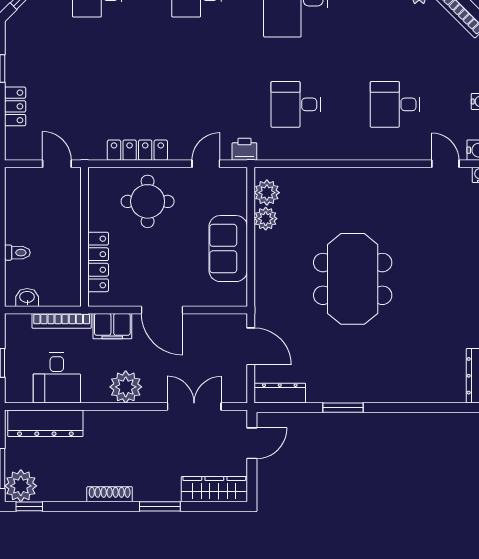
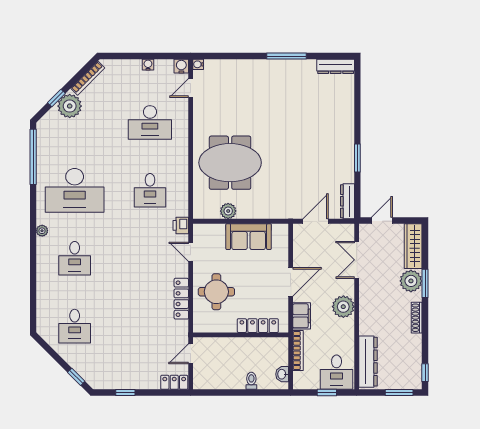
desk: (395, 104) -> (150, 122), width x1.37
locker: (15, 106) -> (174, 382), moved
plant: (267, 193) -> (210, 210), removed
meeting table: (353, 279) -> (230, 163), moved
desk: (57, 378) -> (337, 372), moved, turned 90
door: (252, 443) -> (382, 220), hinge flipped
plant: (21, 486) -> (411, 281), moved

